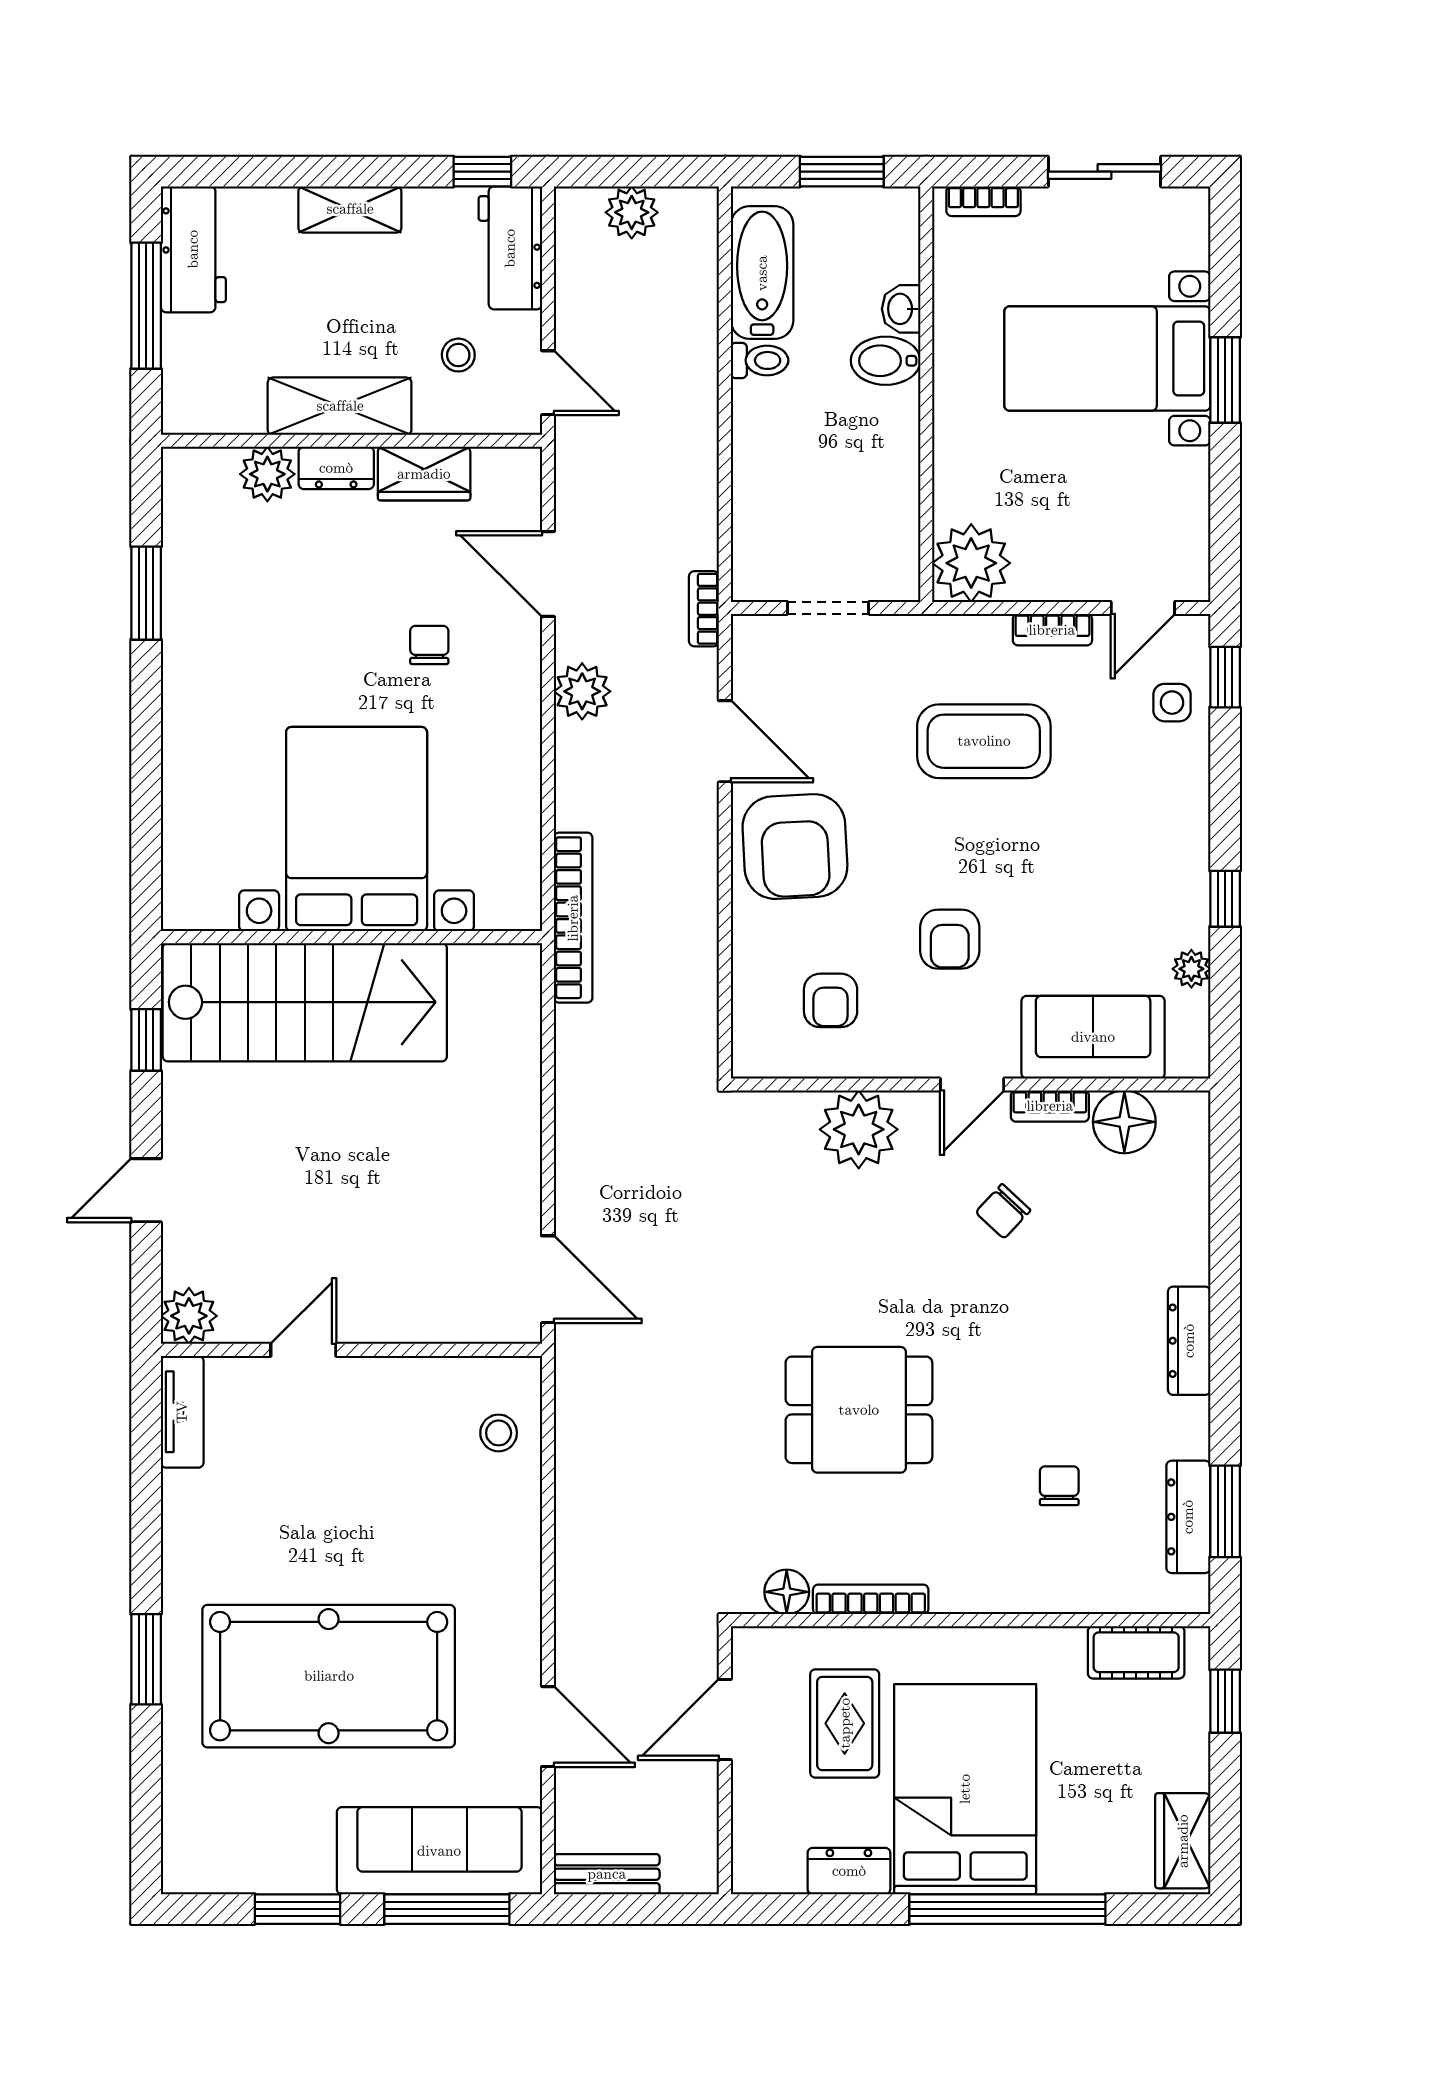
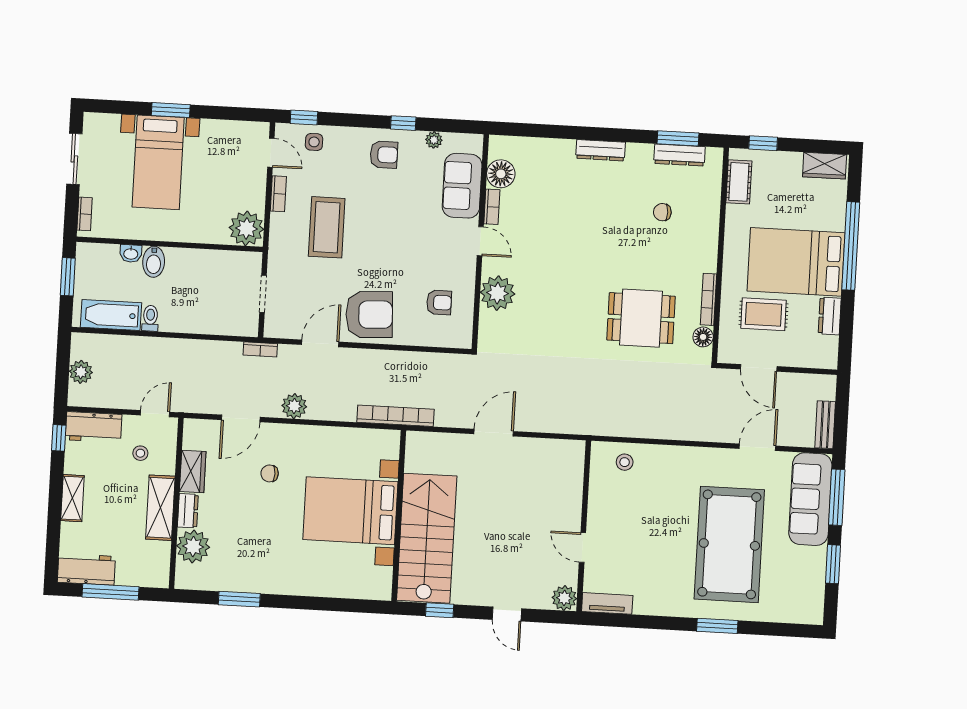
plant: (267, 474) -> (193, 546), width x1.36, depth x1.36
armchair: (950, 939) -> (384, 155), moved
chair: (1003, 1211) -> (538, 230), removed
door: (548, 1279) -> (494, 433), moved
dining table: (859, 1410) -> (641, 318), moved, turned 90

